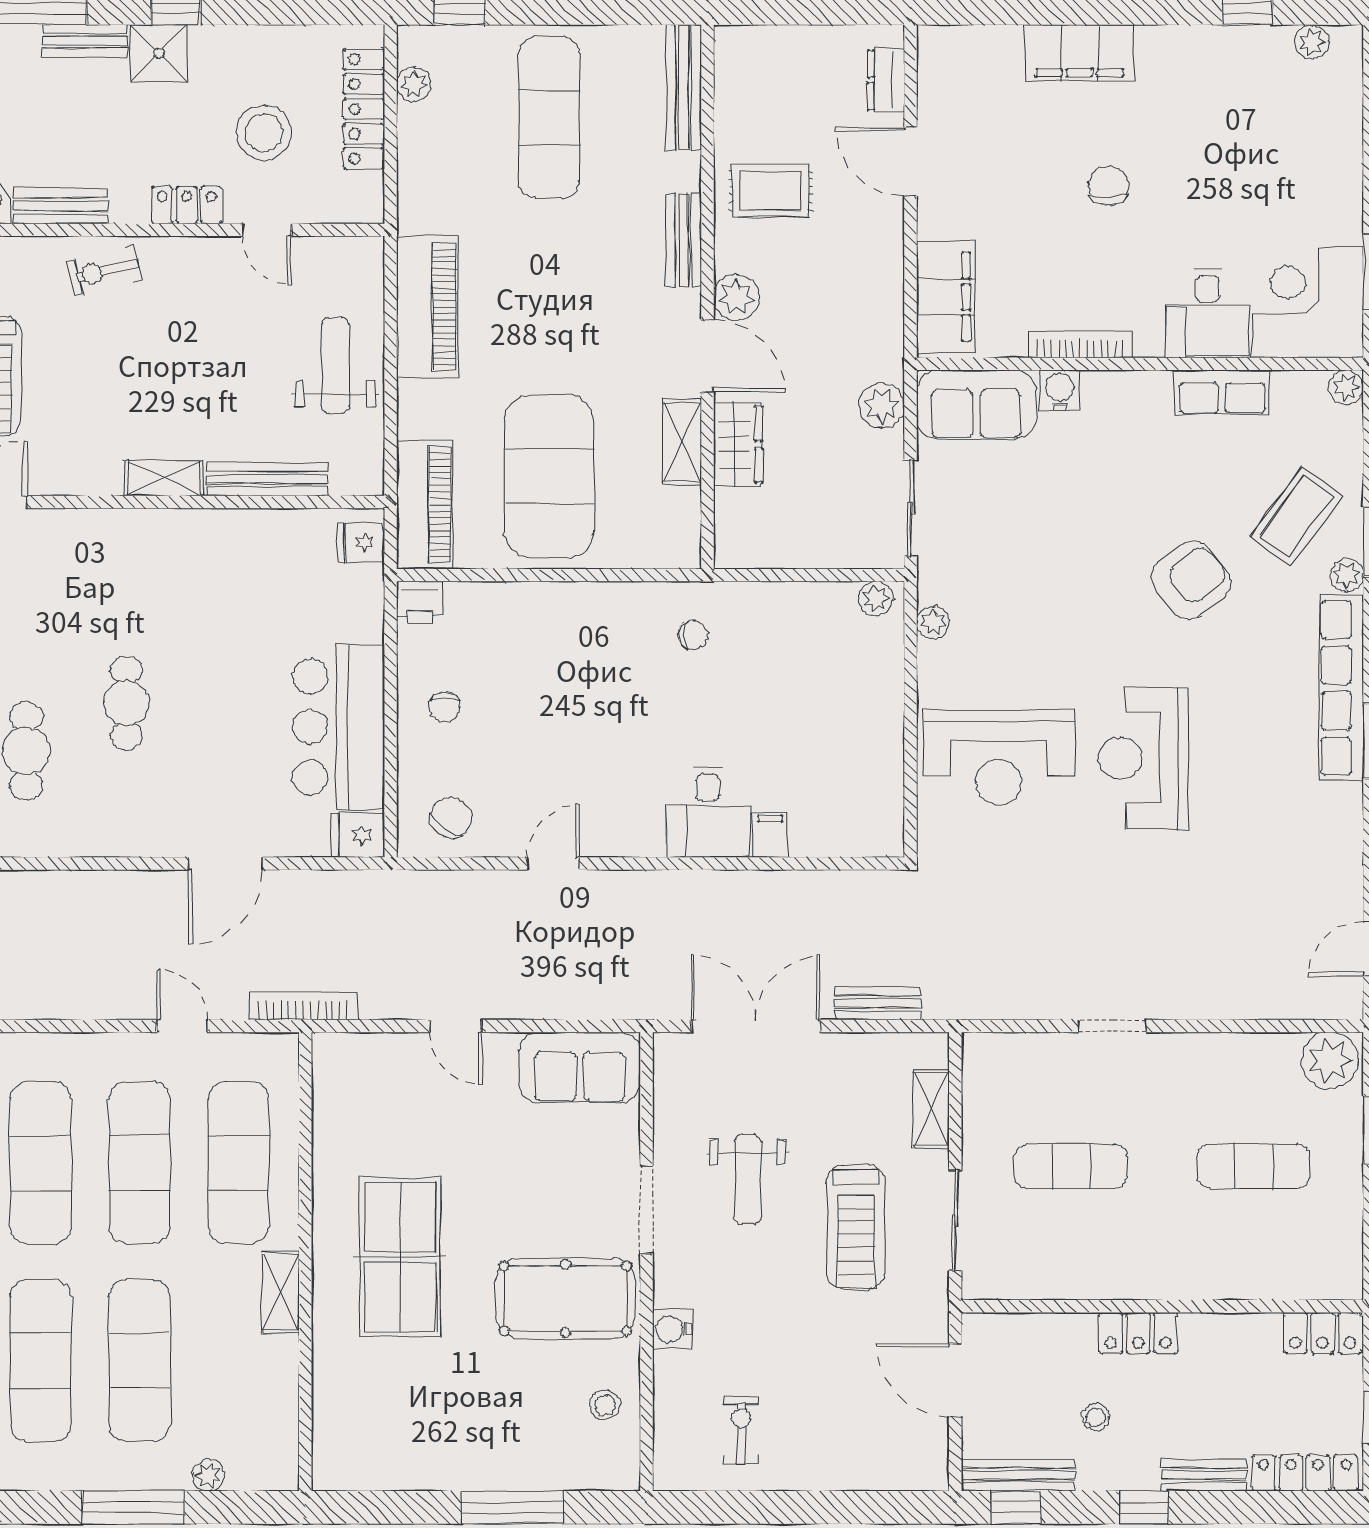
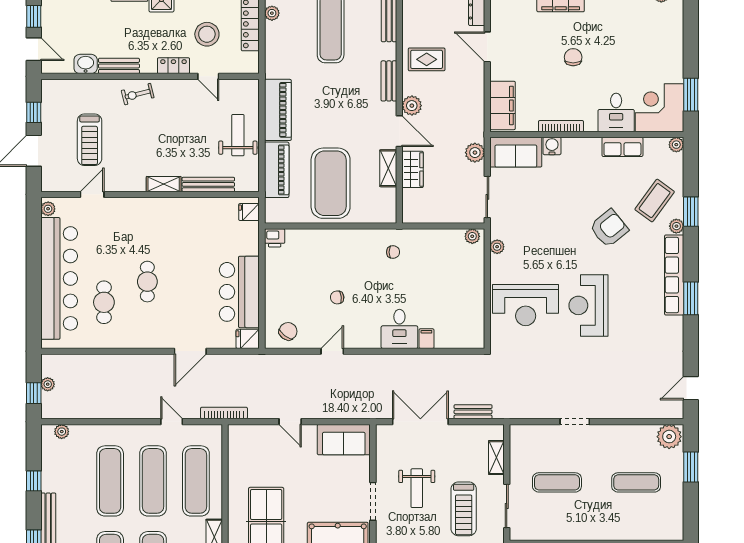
piano: (425, 505) -> (277, 170), moved
chair: (444, 707) -> (337, 297), moved, turned 83

